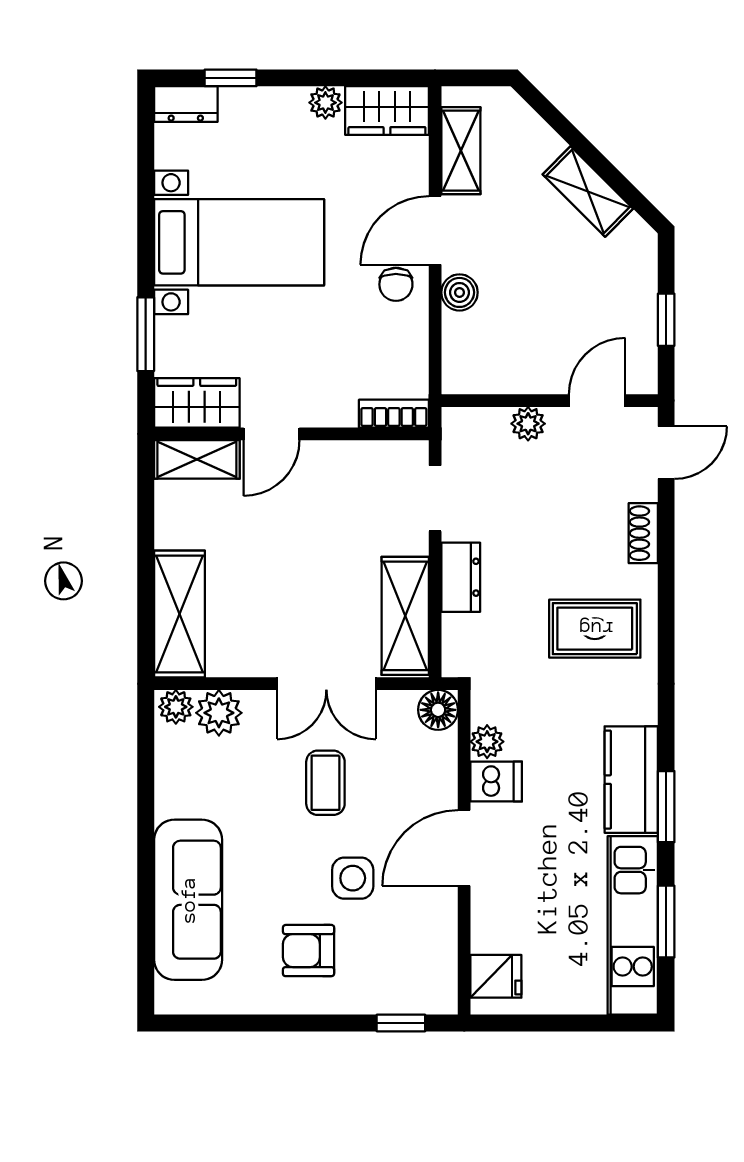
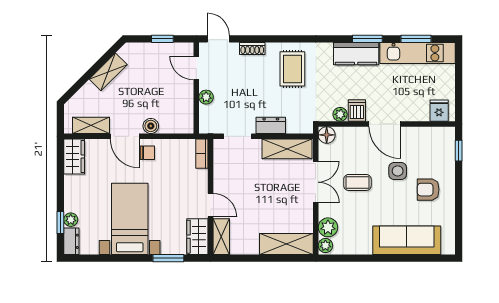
plant: (325, 103) -> (71, 220), moved
armchair: (309, 951) -> (428, 190), turned 90

